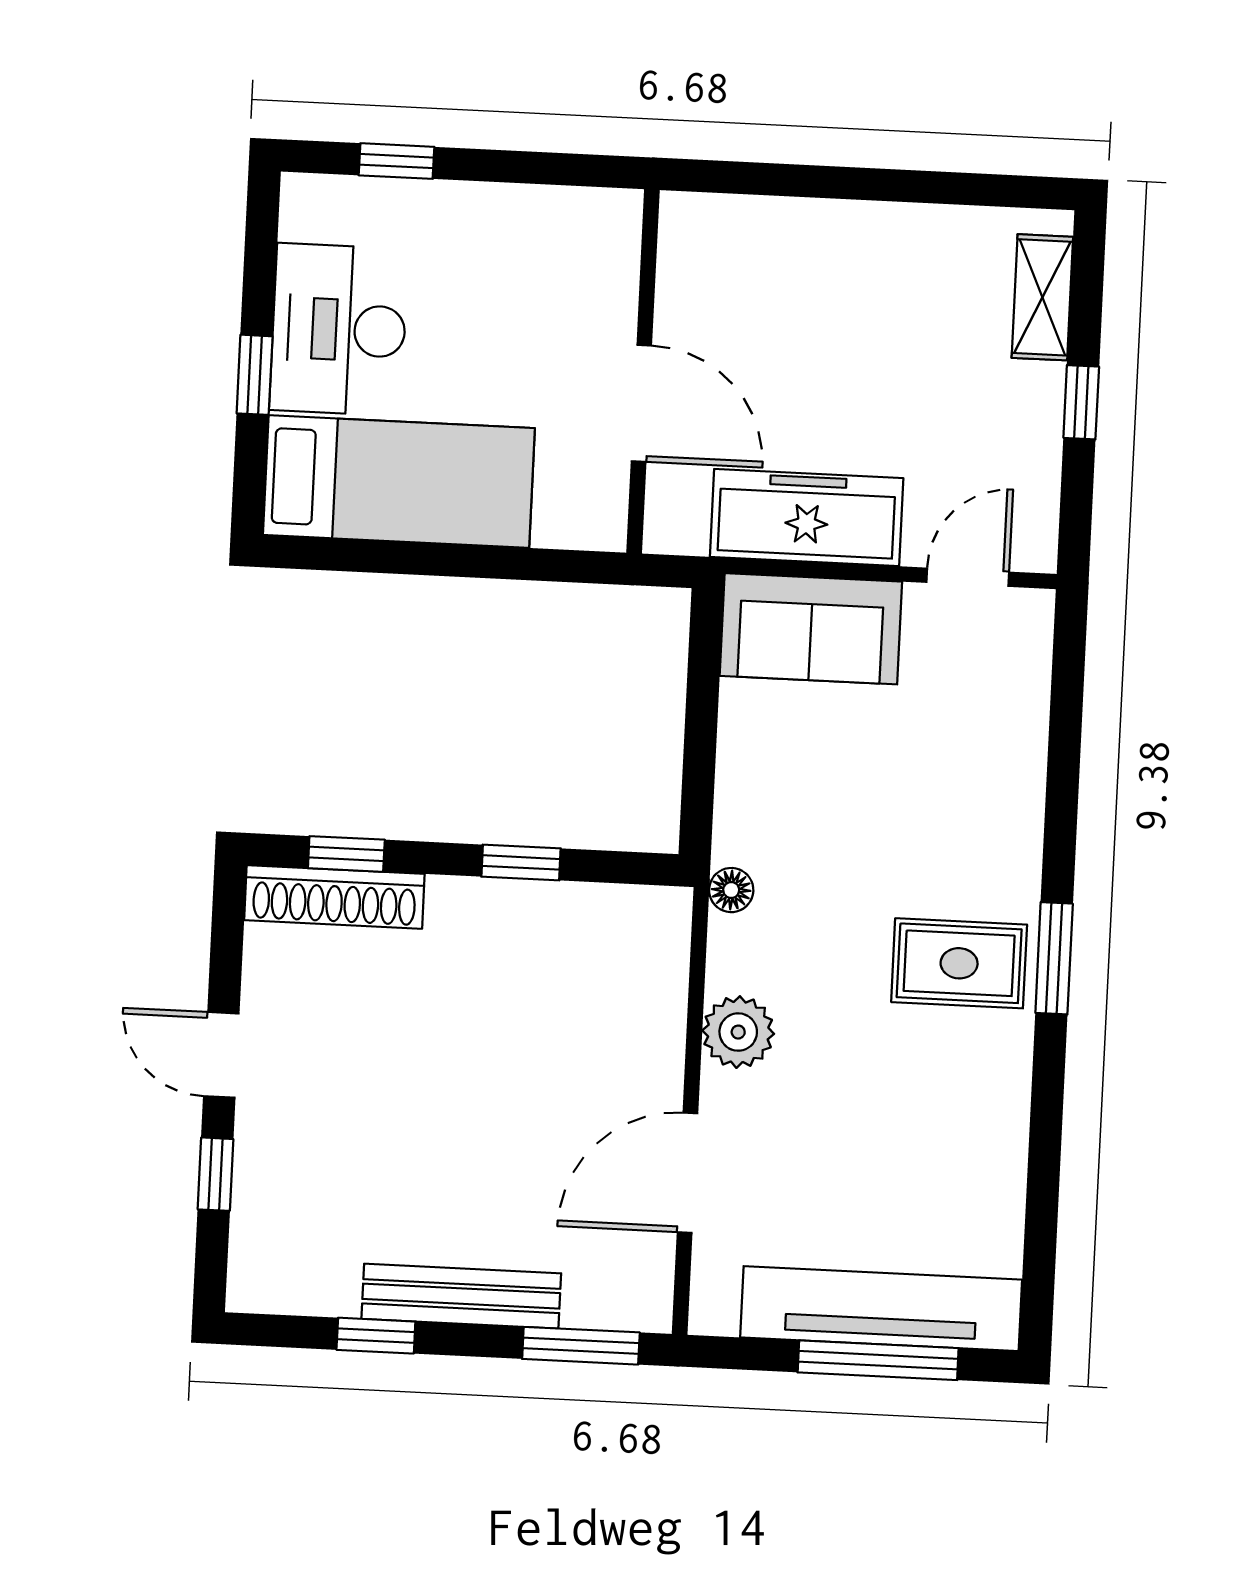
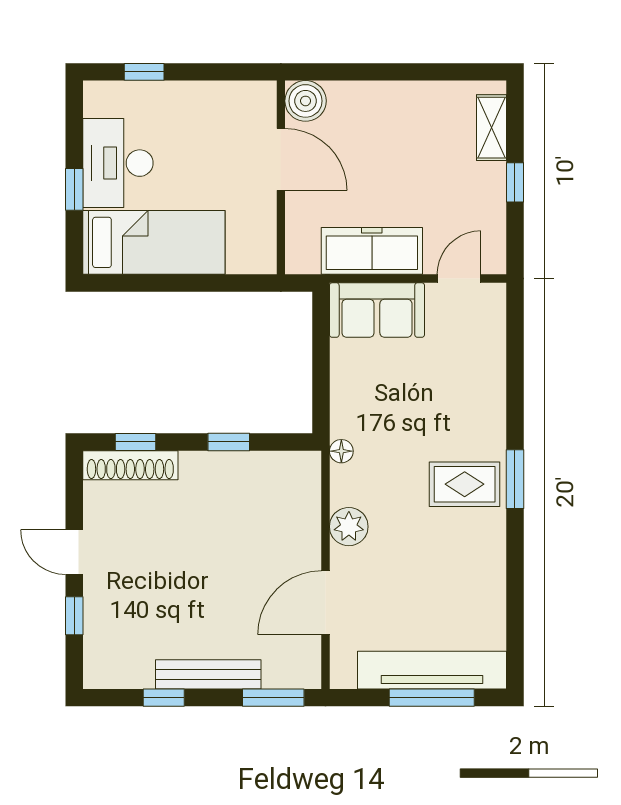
boiler: (696, 230) -> (306, 101), added
door: (641, 403) -> (281, 159), moved

